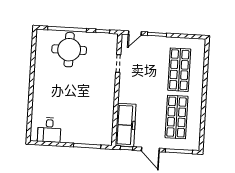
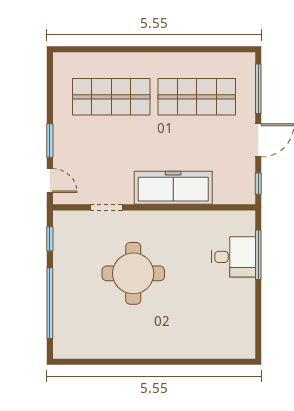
round table: (69, 50) -> (133, 273), moved
freezer: (126, 125) -> (173, 188), moved
desk: (49, 130) -> (233, 257), moved

